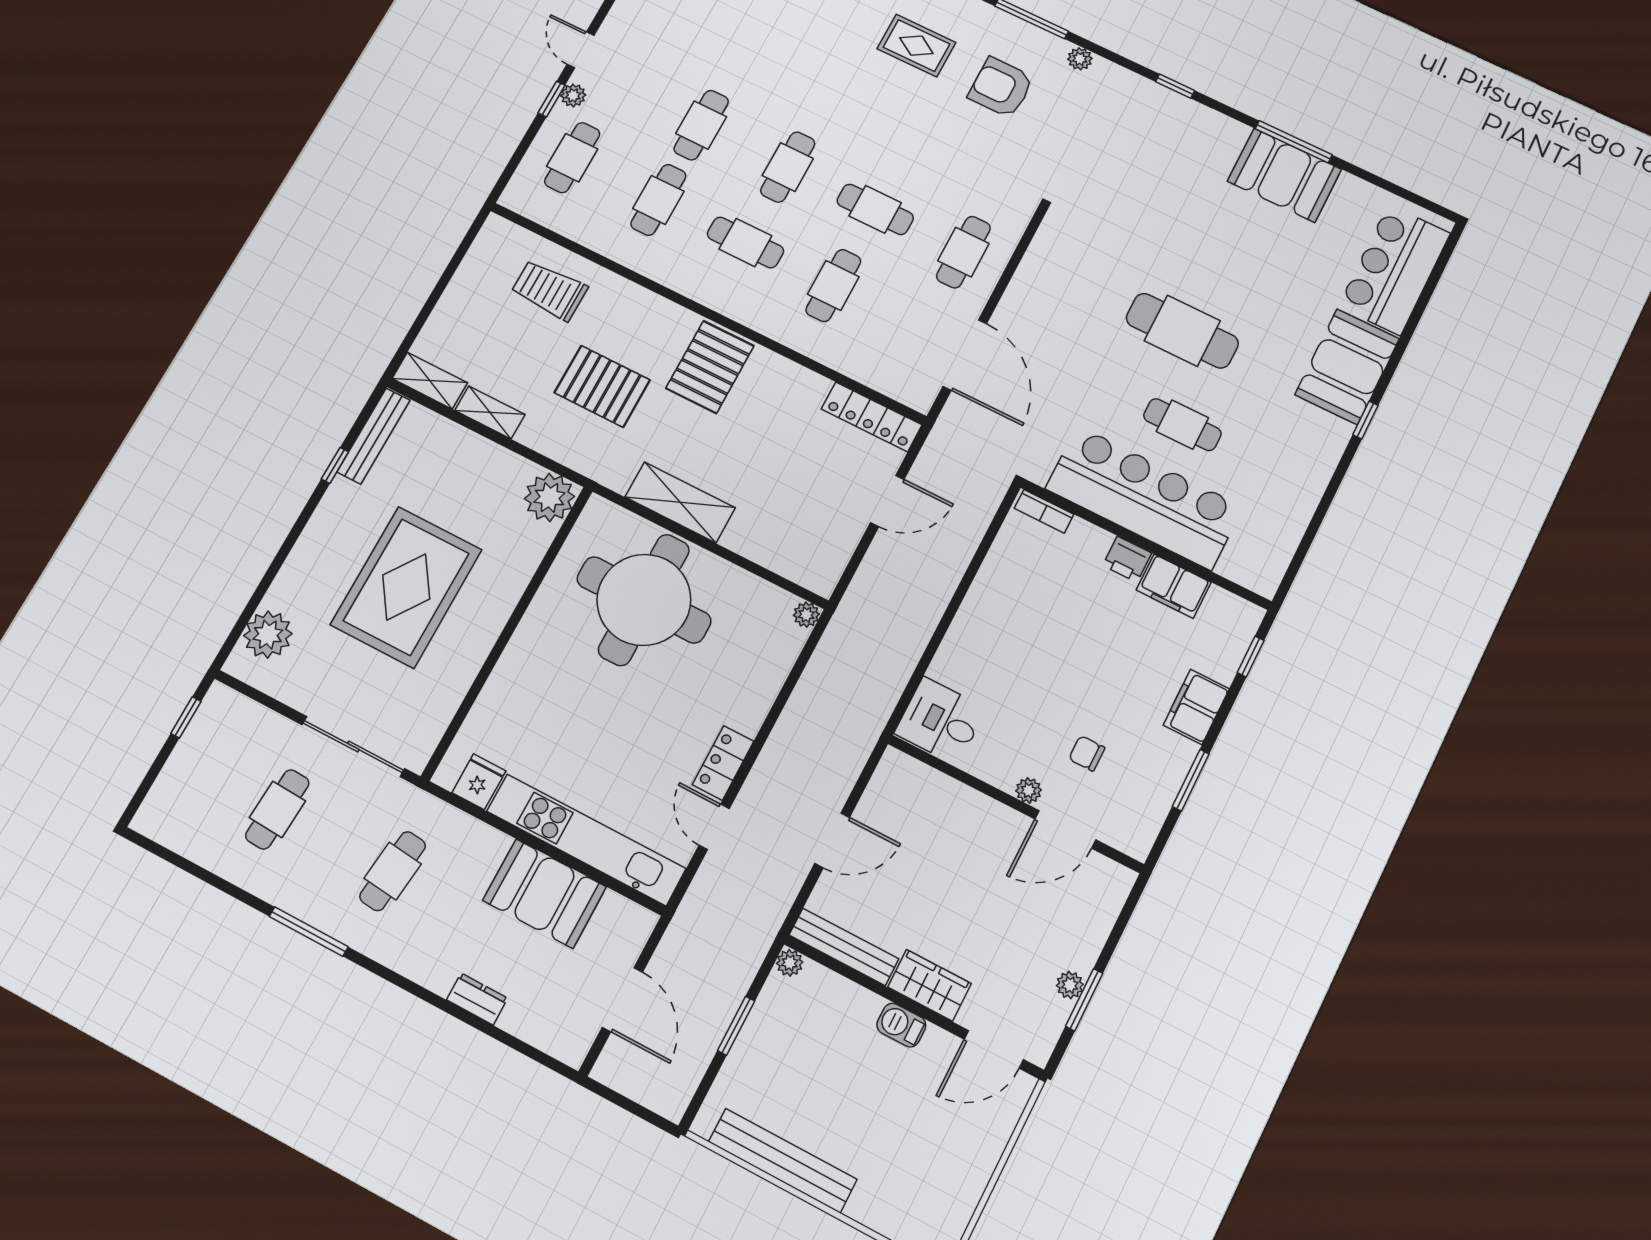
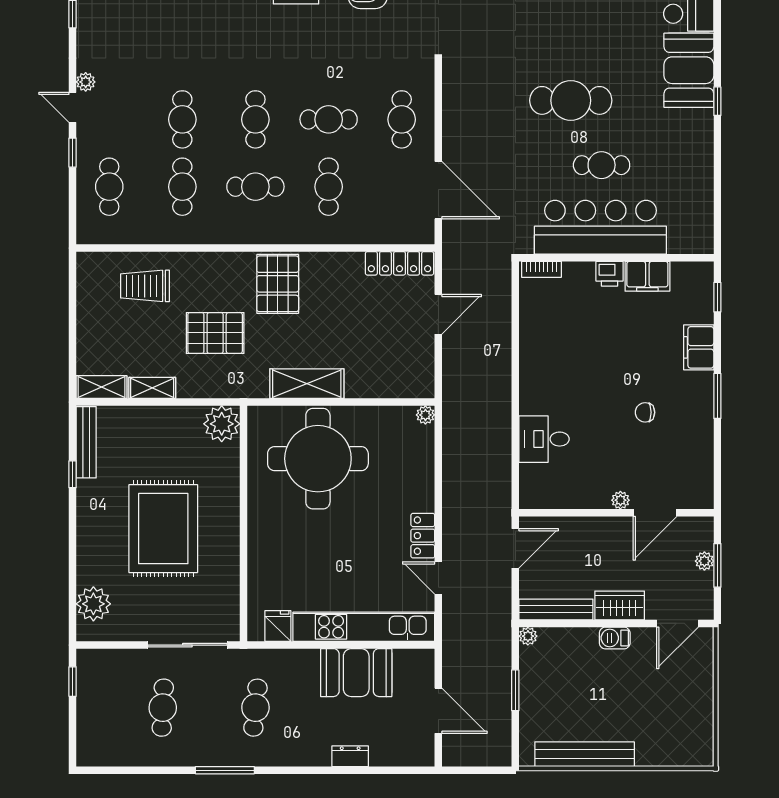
plant: (573, 95) -> (86, 82), moved
plant: (1029, 790) -> (620, 500), moved
wall: (1015, 804) -> (616, 513), moved
door: (1065, 829) -> (655, 513), moved

